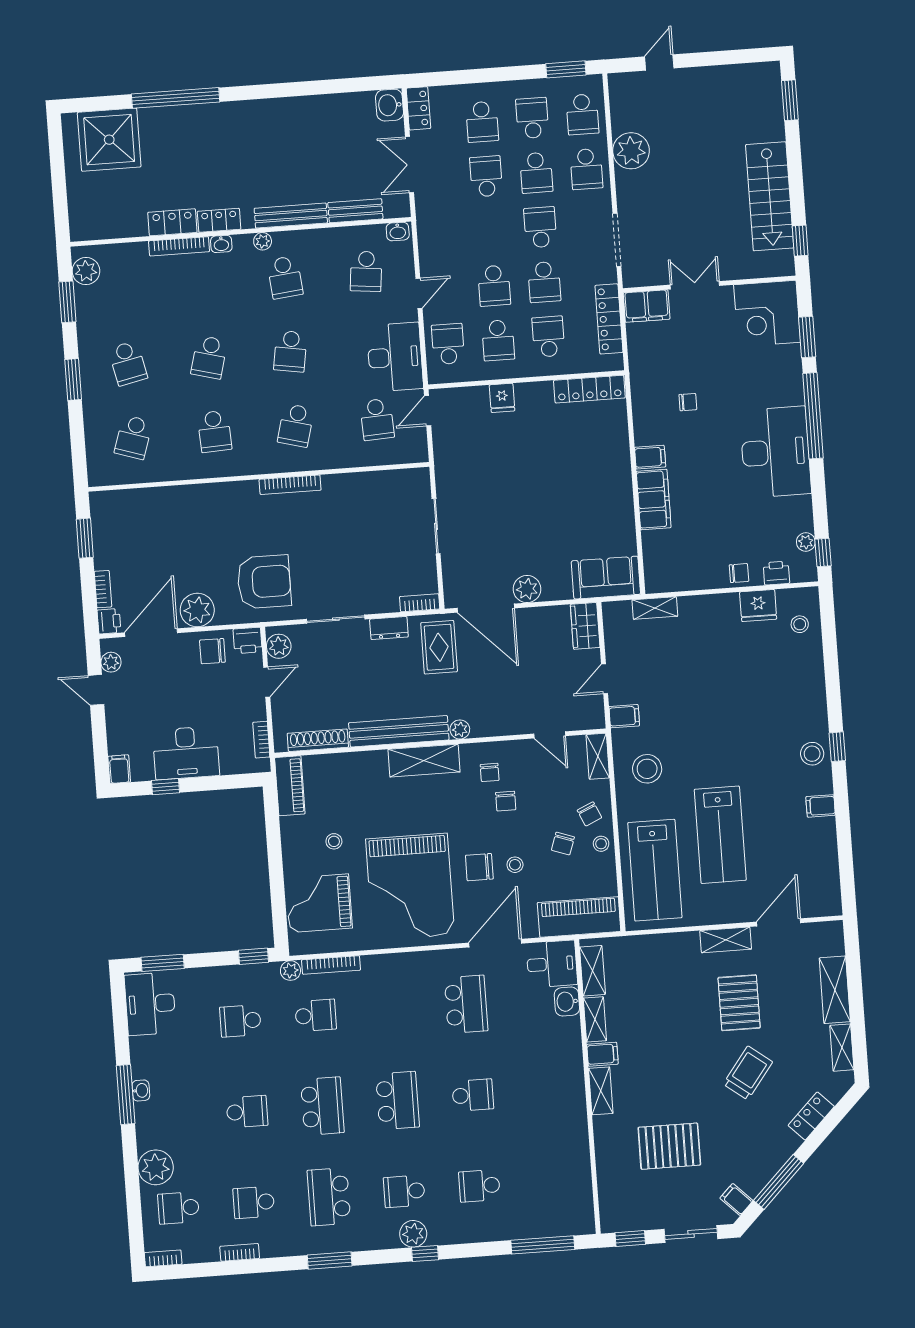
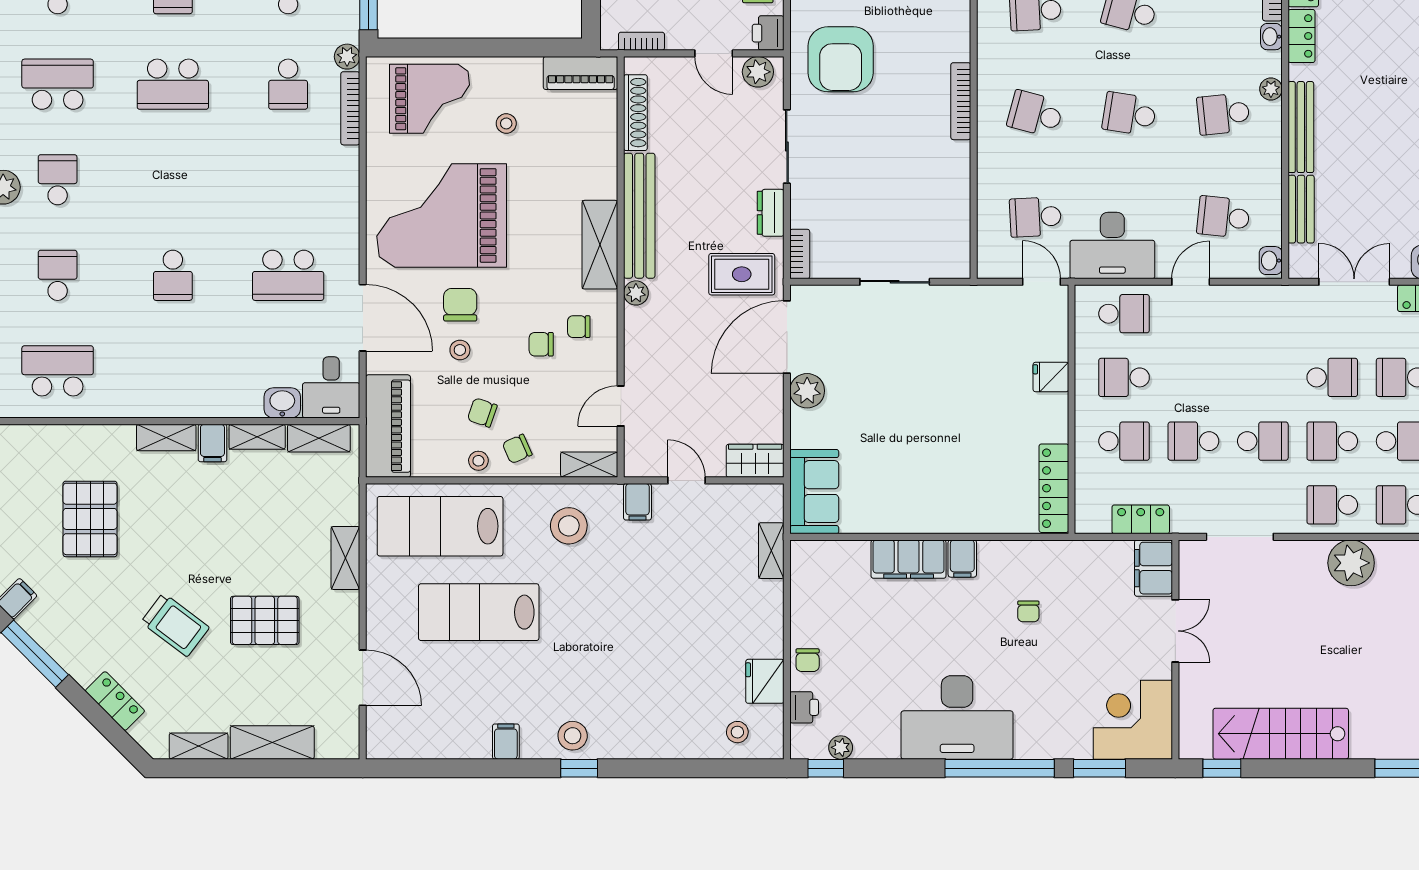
school desk: (494, 286) -> (1193, 377), removed
door: (419, 293) -> (1191, 282), swing flipped
locker: (609, 319) -> (1141, 519), width x0.66
grand piano: (319, 903) -> (429, 99), turned 90
shelving: (726, 940) -> (345, 558), moved
school desk: (397, 1101) -> (58, 371), moved, turned 180

